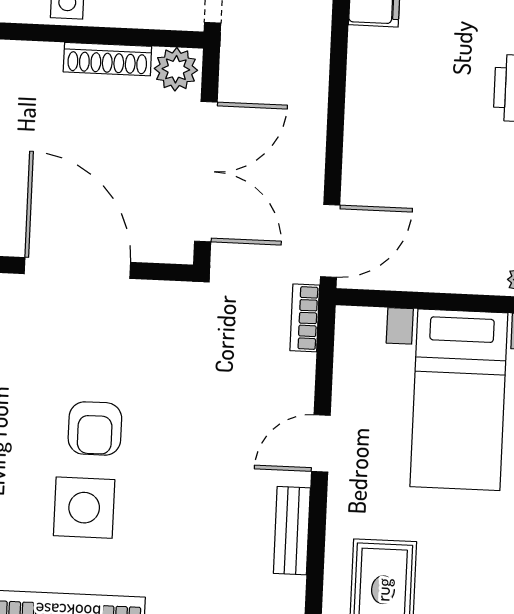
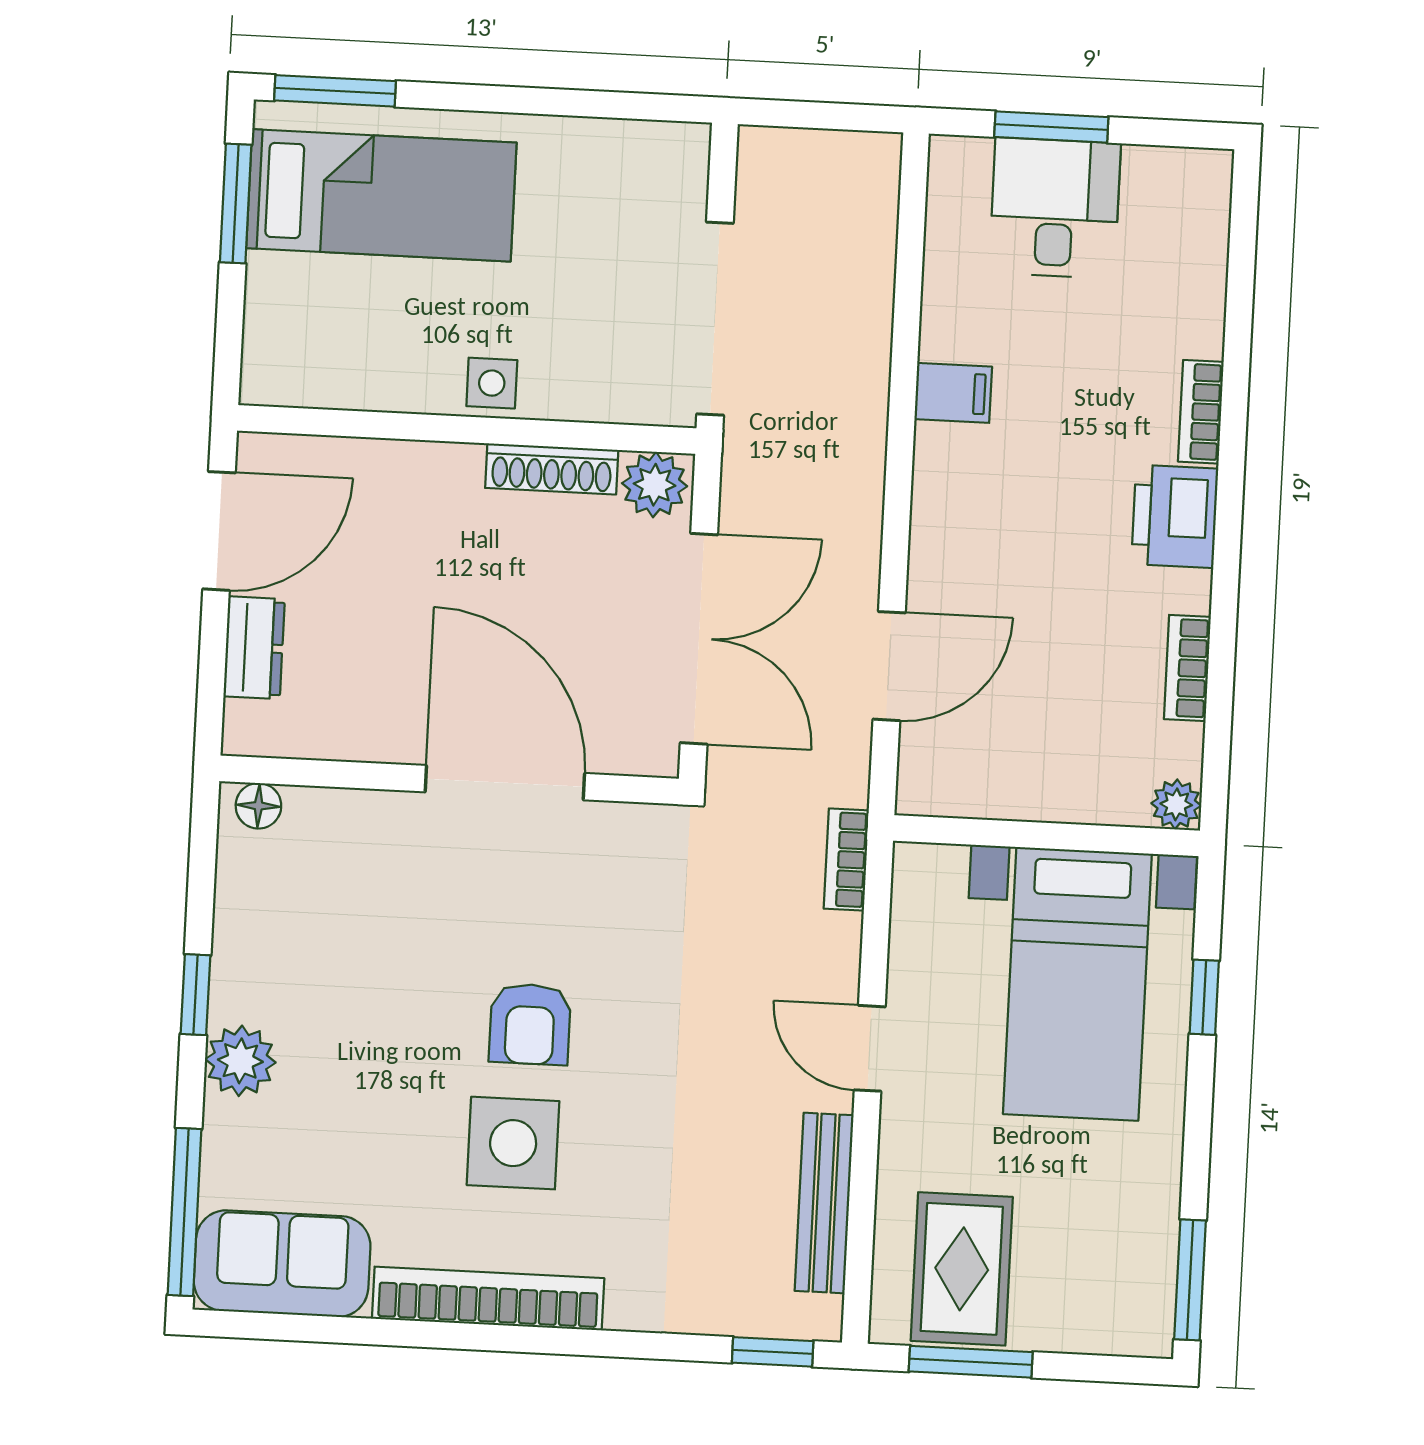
door: (330, 241) -> (889, 666), moved
door: (321, 443) -> (870, 1048), hinge flipped
bench: (292, 531) -> (824, 1203), width x1.36

